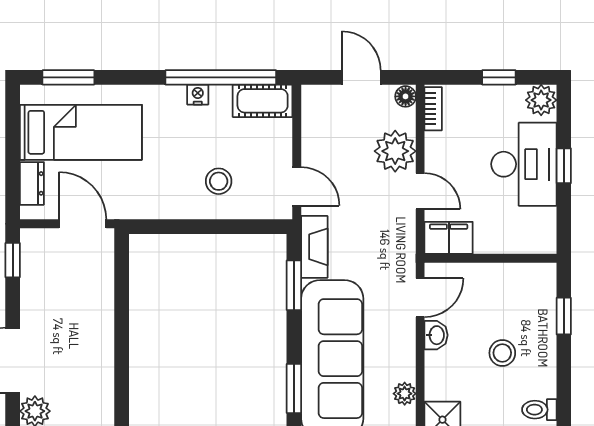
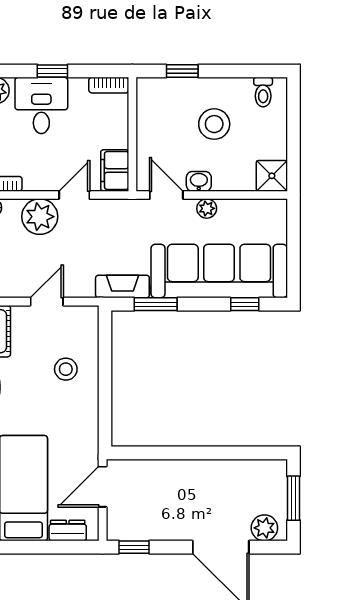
desk: (524, 164) -> (41, 105), width x0.73
door: (297, 186) -> (47, 302), moved
bookcase: (547, 231) -> (109, 85), added
stool: (502, 353) -> (214, 124), width x1.38, depth x1.38
window: (294, 388) -> (245, 304), width x0.67
plant: (405, 394) -> (207, 208), moved

